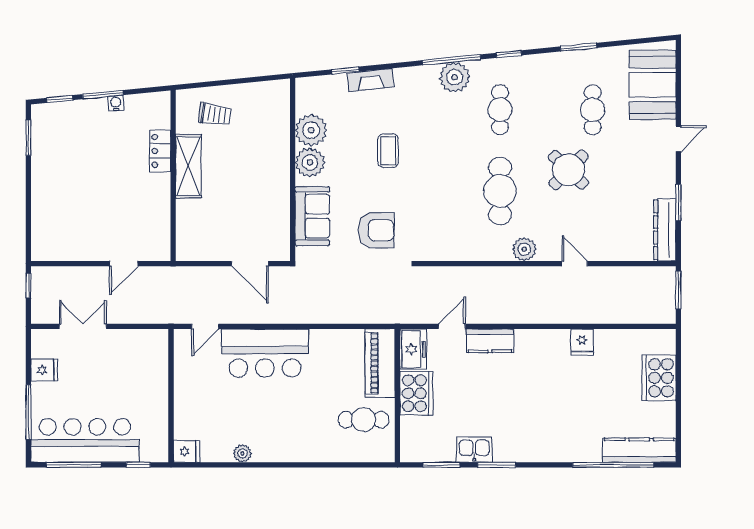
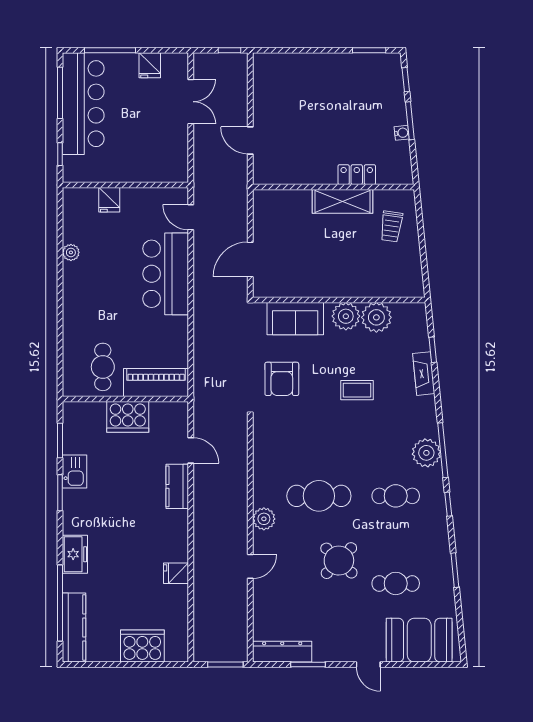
freezer: (413, 349) -> (75, 554), moved, turned -90
fridge: (187, 451) -> (109, 200), moved

